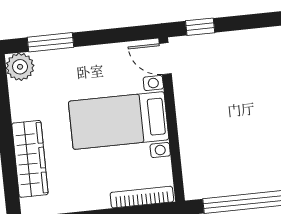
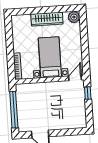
window: (51, 42) -> (84, 30), removed
wardrobe: (30, 159) -> (47, 19), moved

